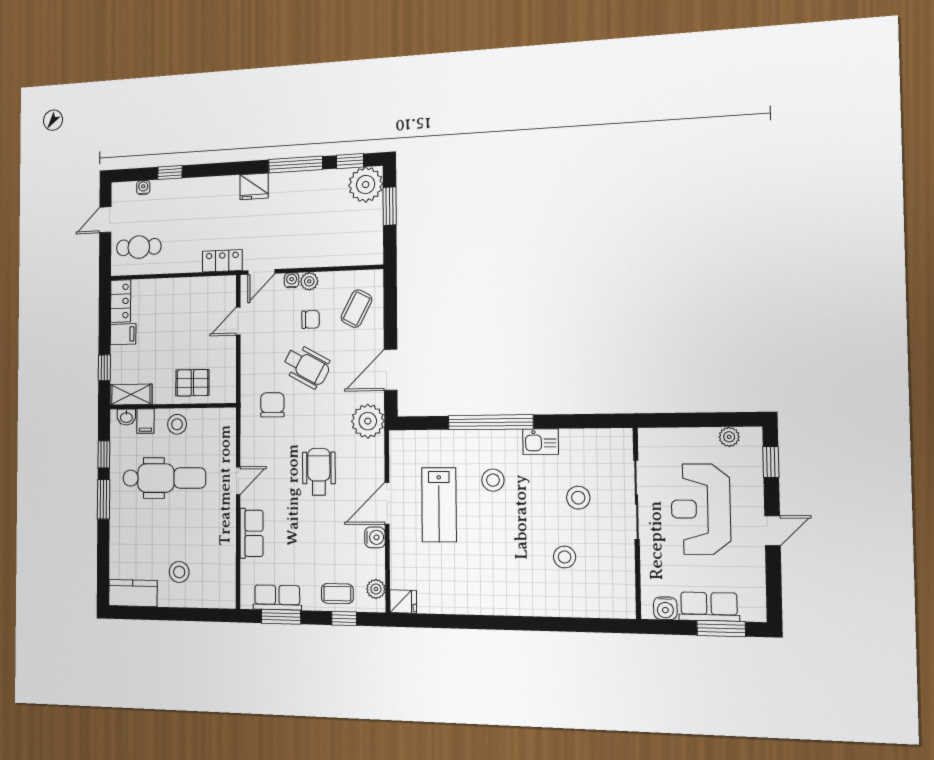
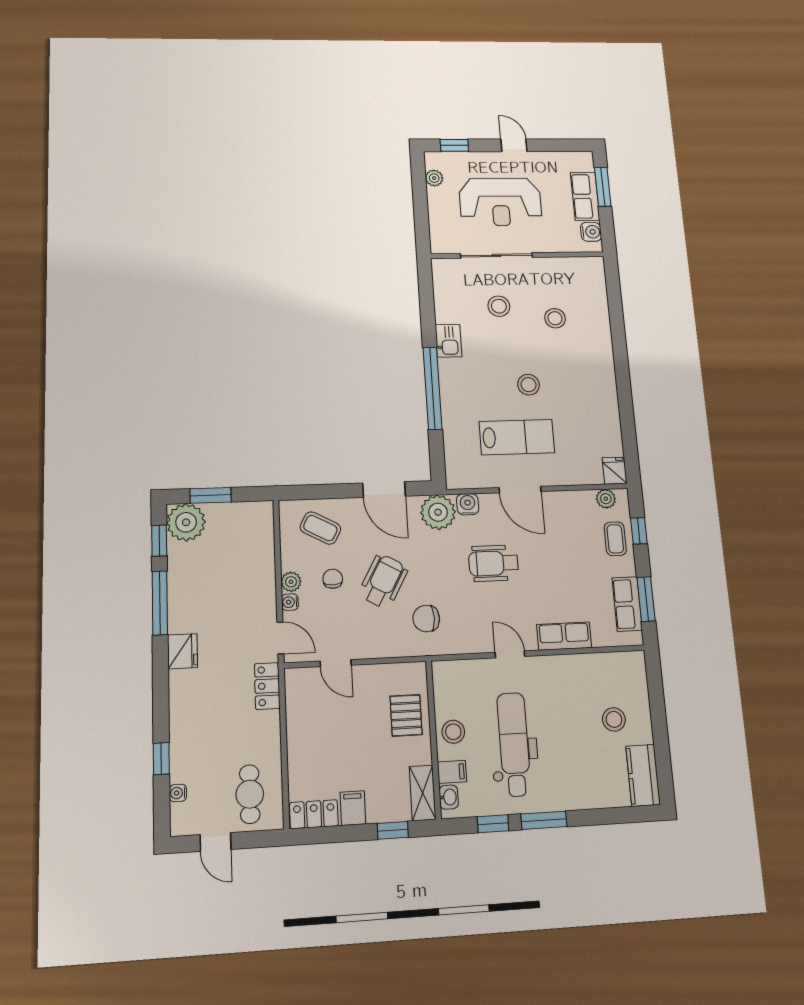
stool: (493, 480) -> (529, 385), moved
water cooler: (375, 537) -> (468, 504), moved

